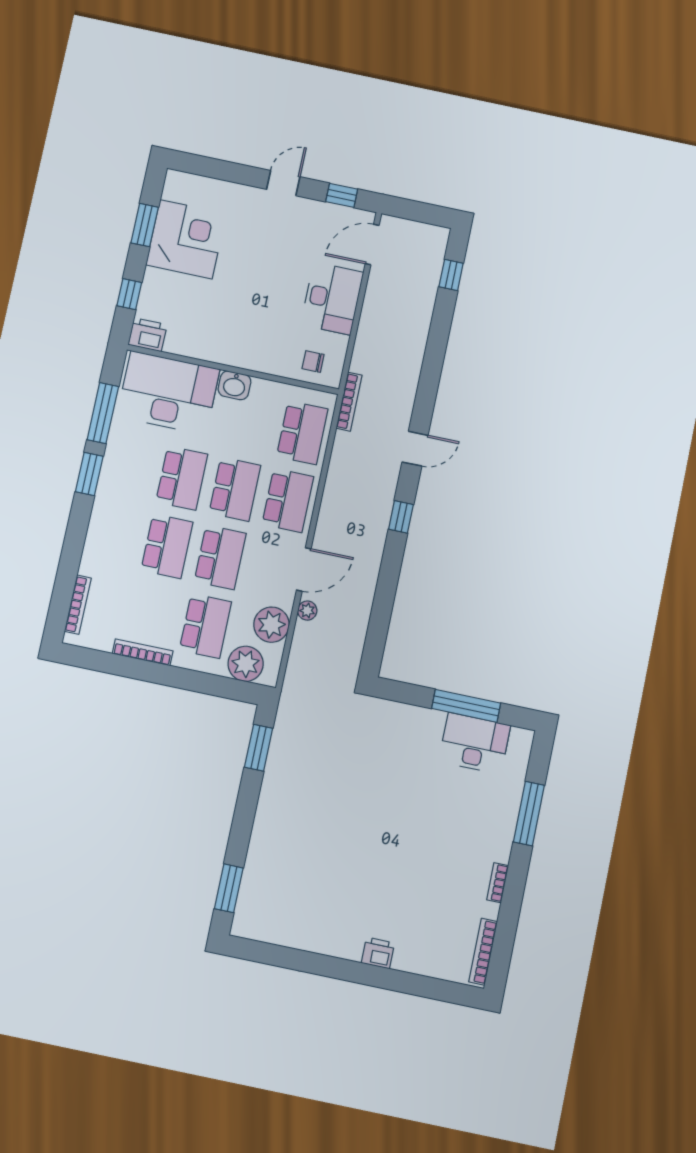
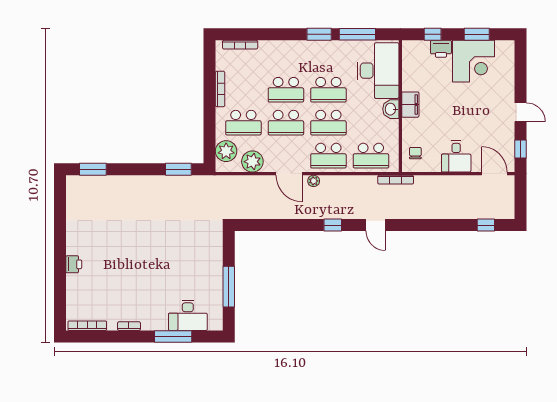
desk: (332, 298) -> (456, 156), width x0.73
printer: (148, 335) -> (441, 49), moved, turned 90
filing cabinet: (234, 353) -> (410, 105), added
plant: (307, 611) -> (314, 181), moved
desk: (475, 743) -> (188, 315), moved, turned 90

